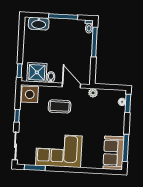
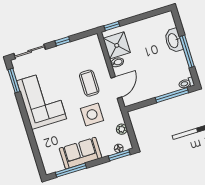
washbasin: (39, 24) -> (173, 40), moved
plant: (93, 93) -> (122, 129), moved
side table: (30, 94) -> (92, 115), moved
sofa: (113, 153) -> (81, 153), moved

